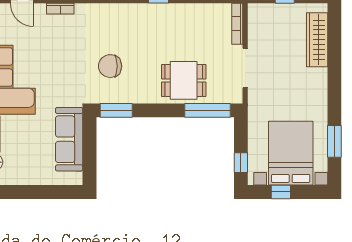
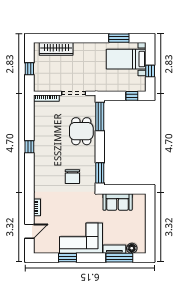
sofa: (69, 139) -> (118, 202), width x0.73
bed with nightstands: (291, 153) -> (126, 59), width x0.73

